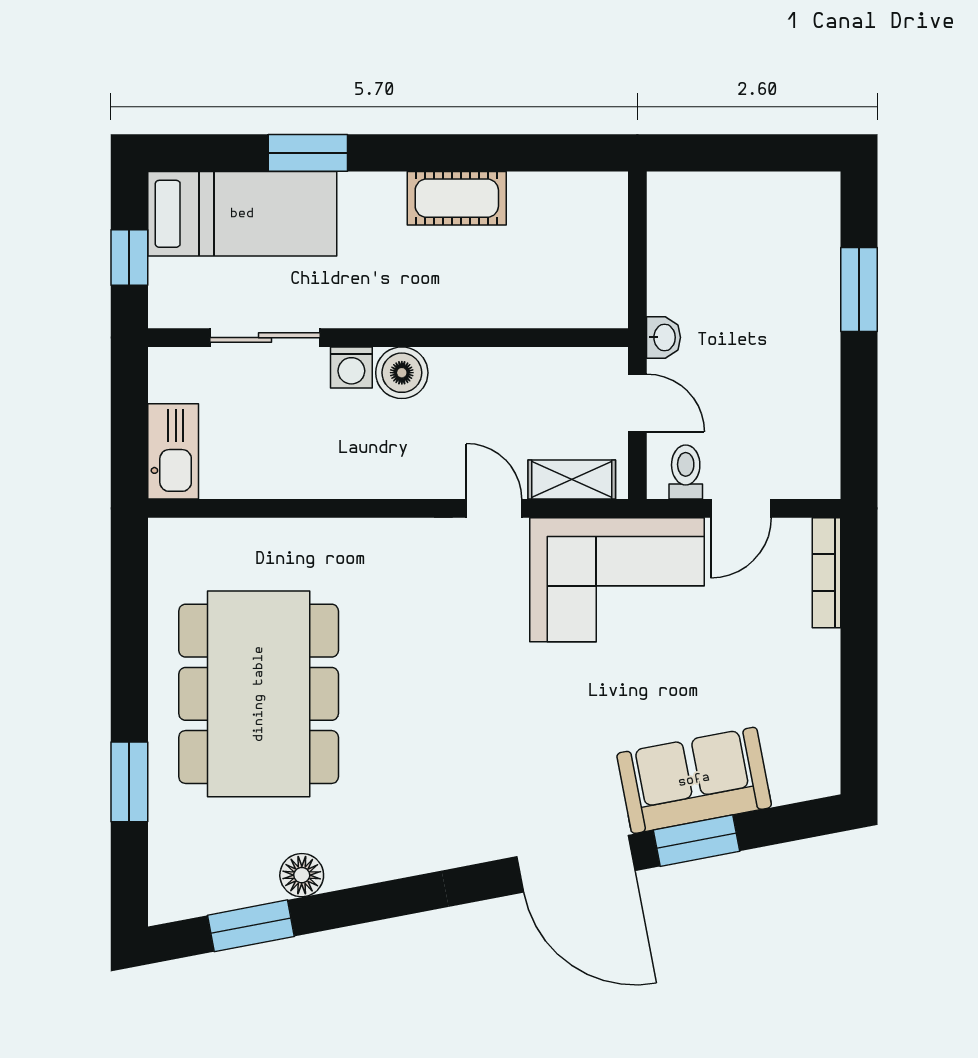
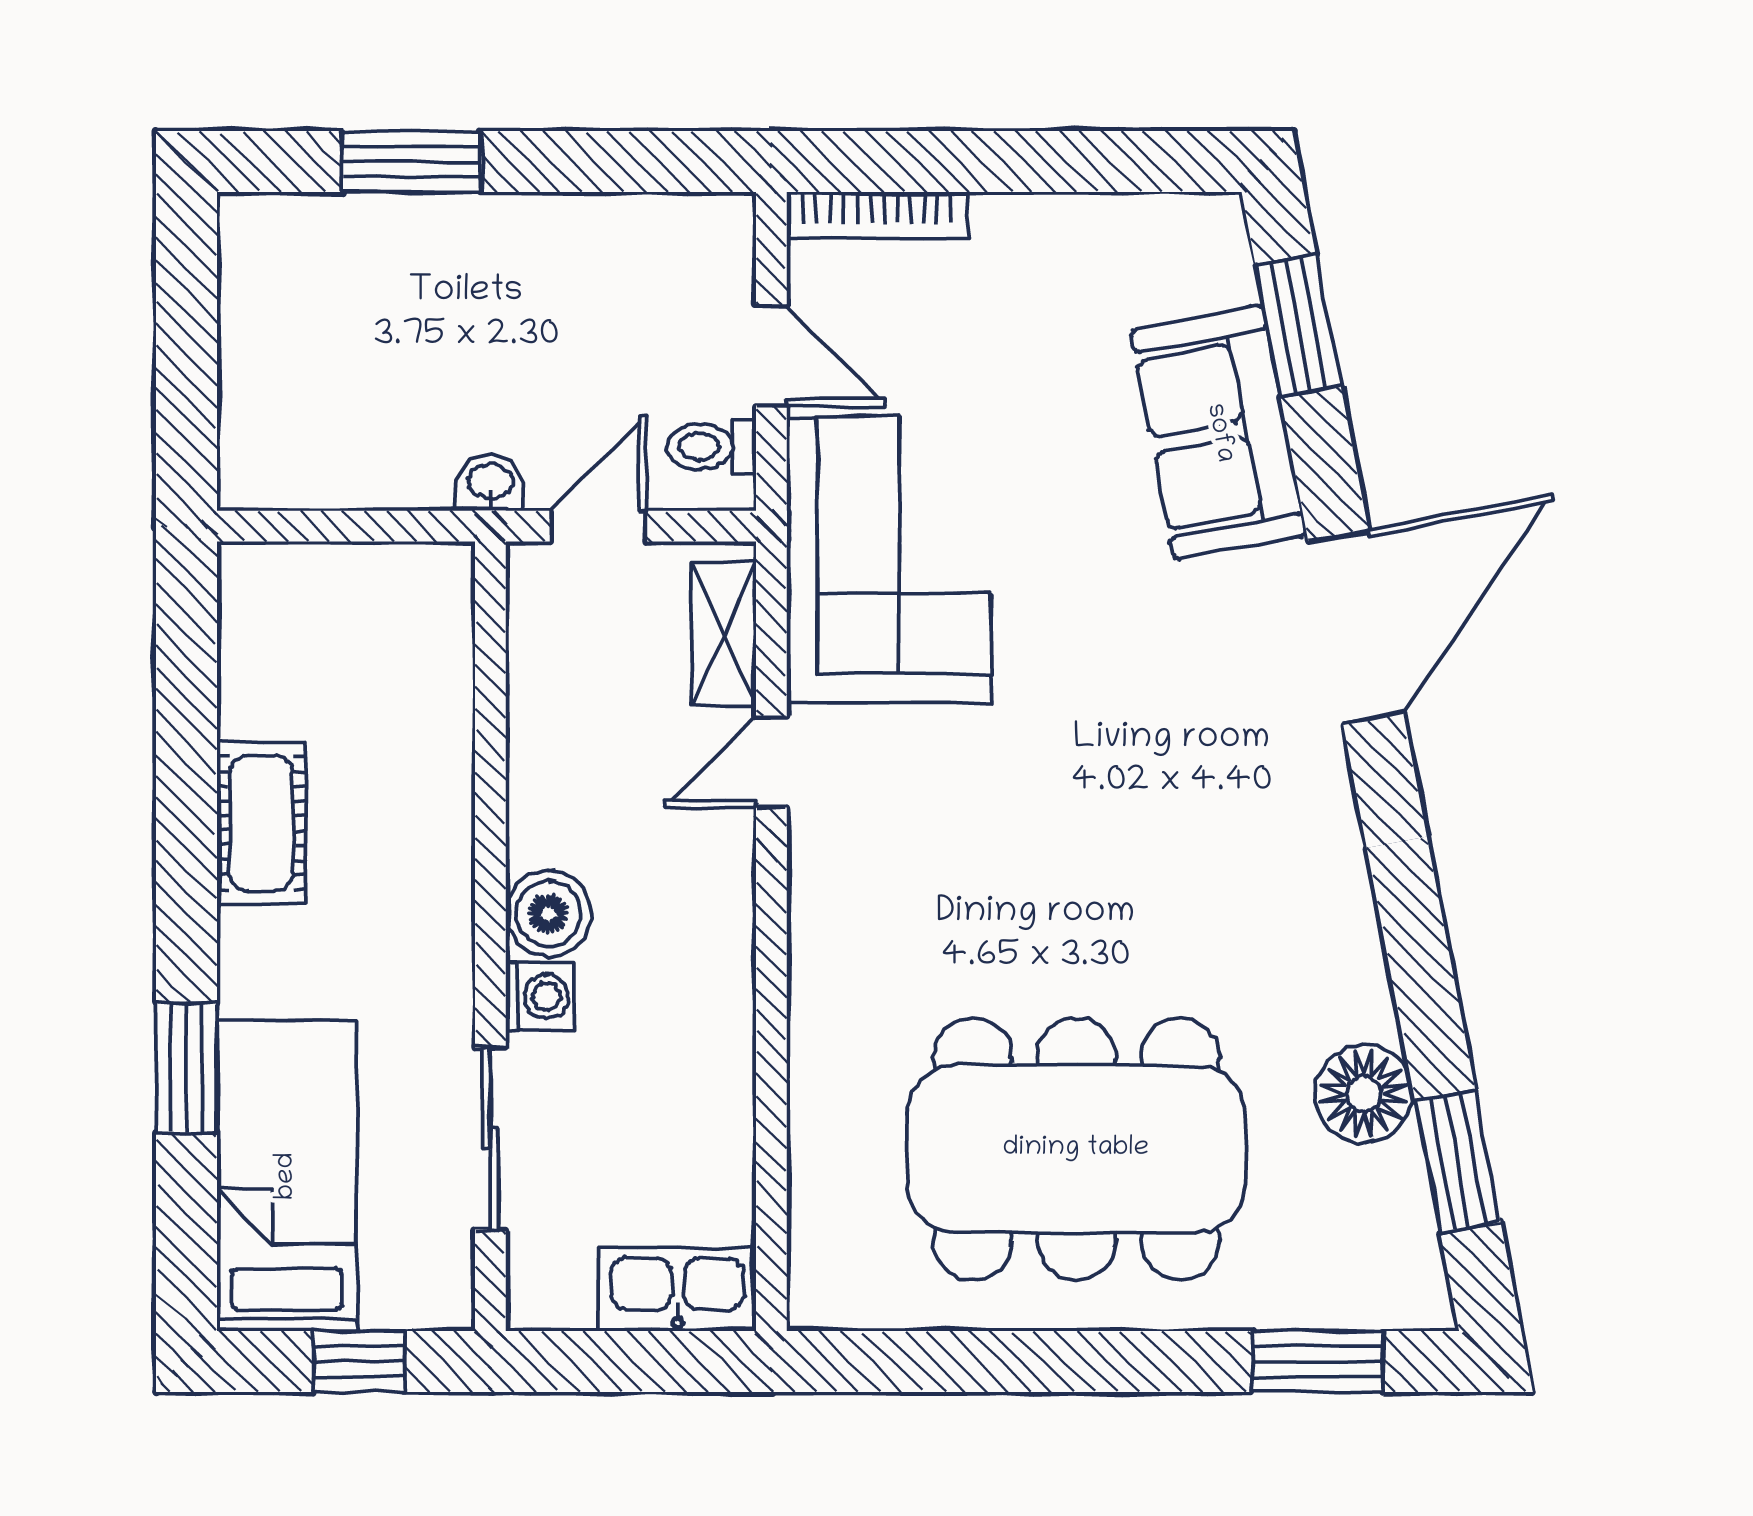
window: (129, 782) -> (1318, 1361), moved
window: (697, 841) -> (1298, 325), moved
floor lamp: (302, 875) -> (1364, 1094), width x1.38, depth x1.38

